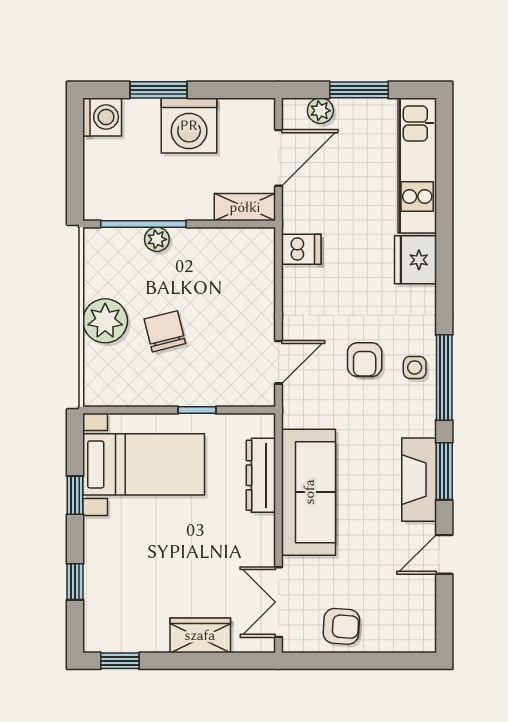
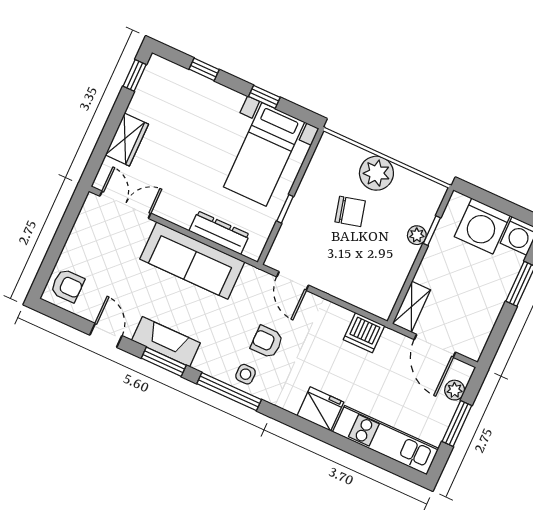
washing machine: (189, 125) -> (482, 226), moved, turned -90
window: (143, 224) -> (432, 231), width x0.46
dishwasher: (301, 249) -> (364, 333), width x1.38
armchair: (341, 626) -> (67, 286), moved, turned -94

